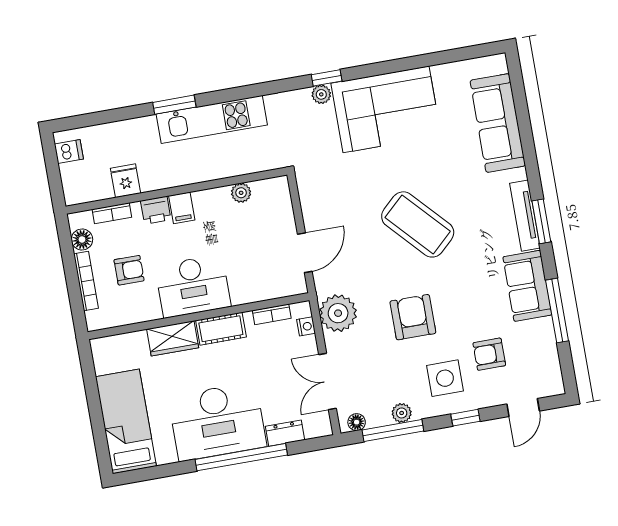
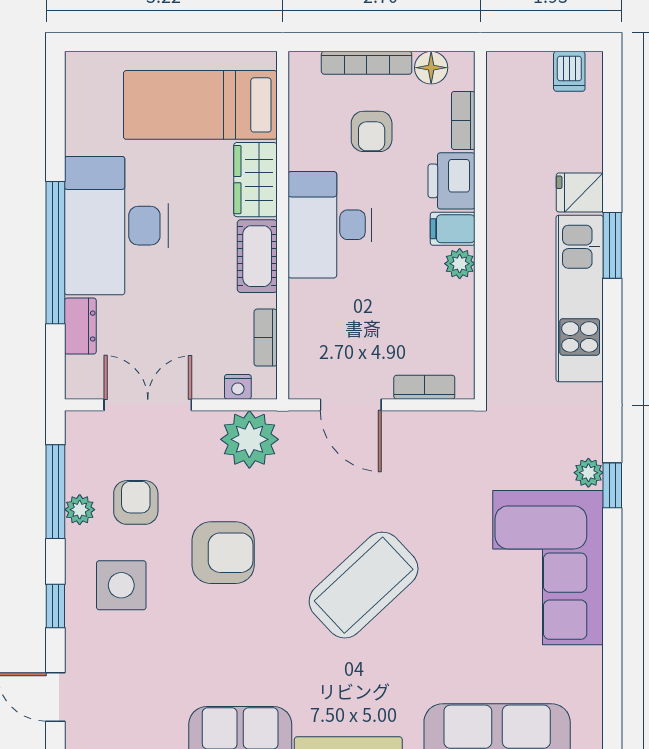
fridge: (125, 181) -> (580, 192), moved, turned 180
plant: (241, 193) -> (460, 264), moved
bookcase: (285, 208) -> (424, 387), added
printer: (156, 210) -> (452, 181), width x1.36, depth x1.24
armchair: (489, 354) -> (136, 502), moved
bed: (126, 421) -> (200, 105), moved, turned 180
floor lamp: (357, 422) -> (78, 438), removed

